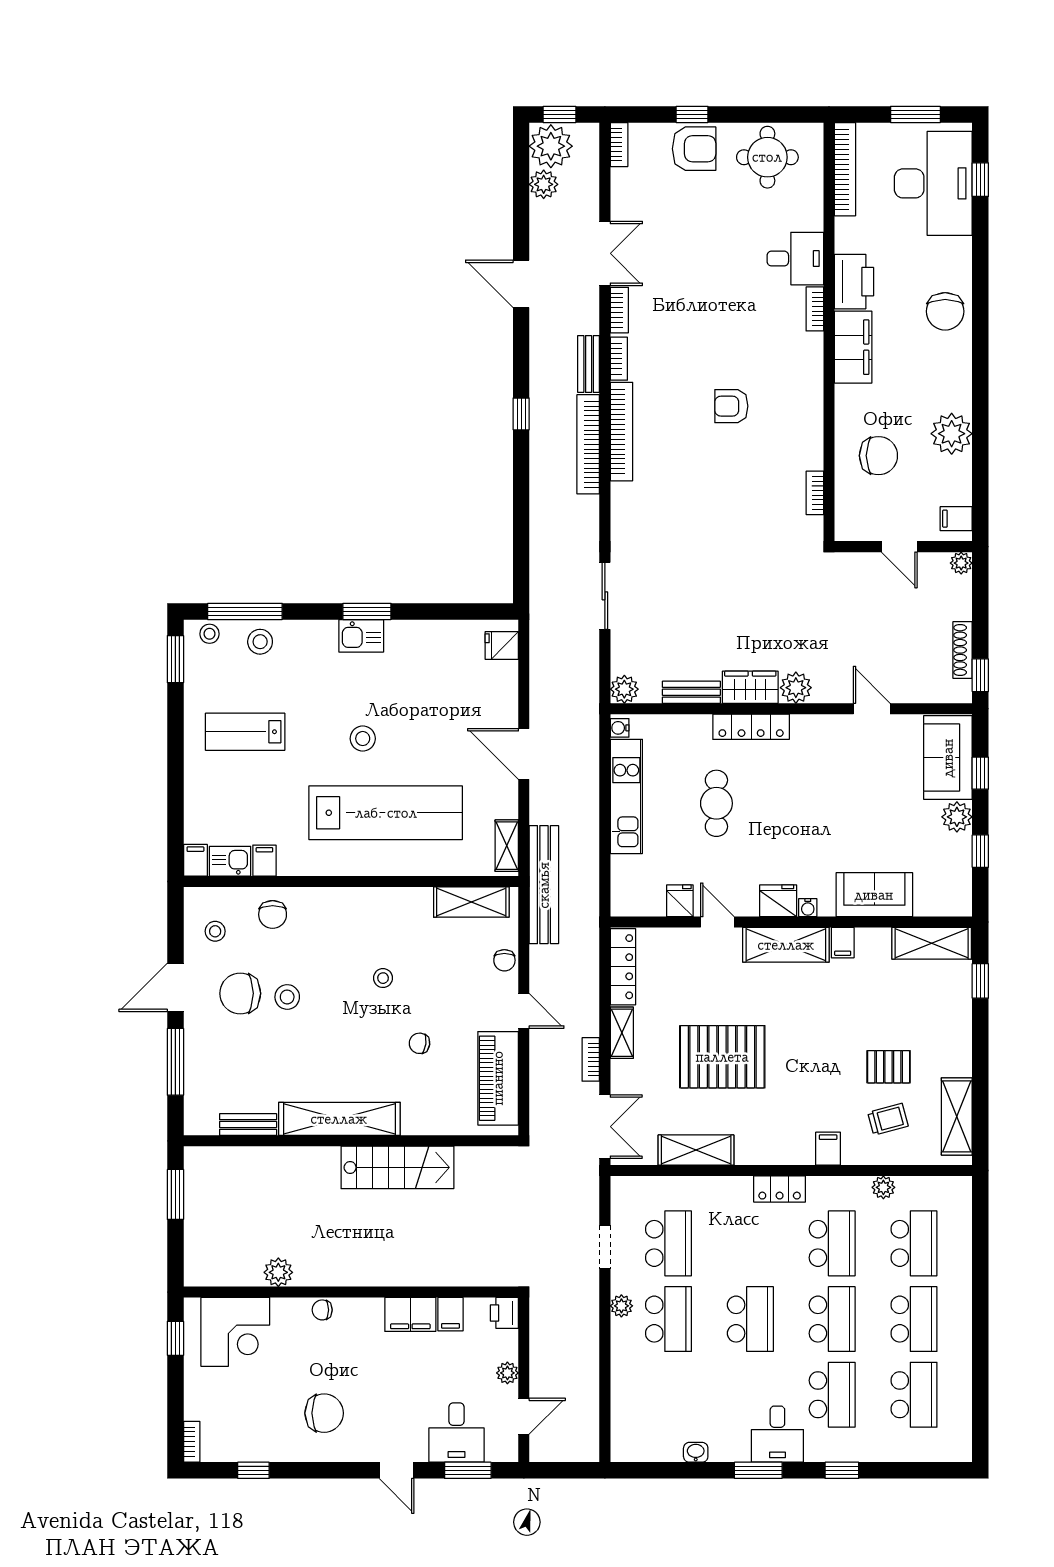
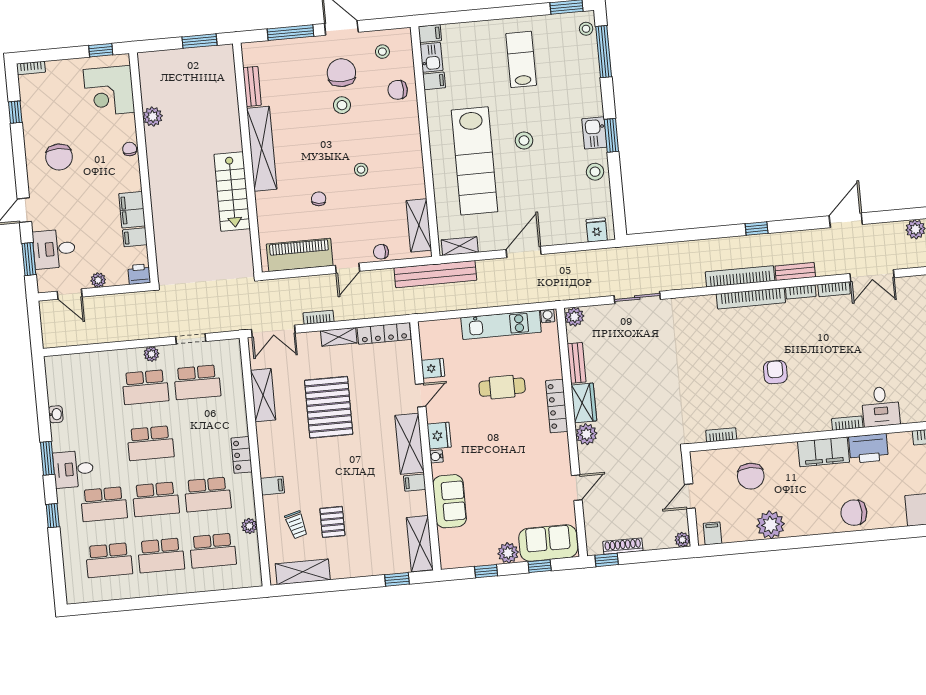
stool: (260, 642) -> (595, 172), moved

